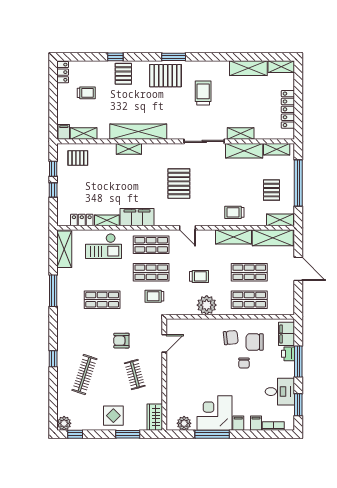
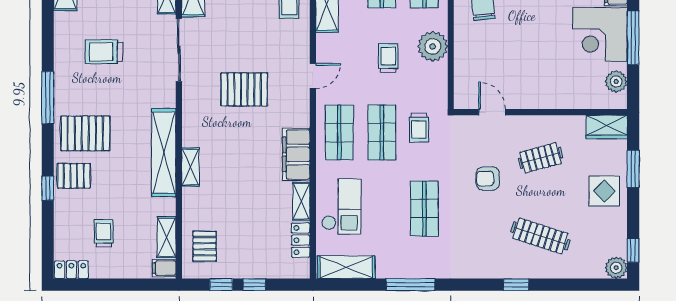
window: (174, 57) -> (48, 98), width x1.44
pallet: (165, 76) -> (85, 133), moved, turned 90
armchair: (121, 341) -> (488, 179), turned 90

